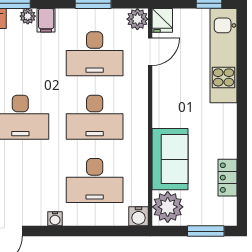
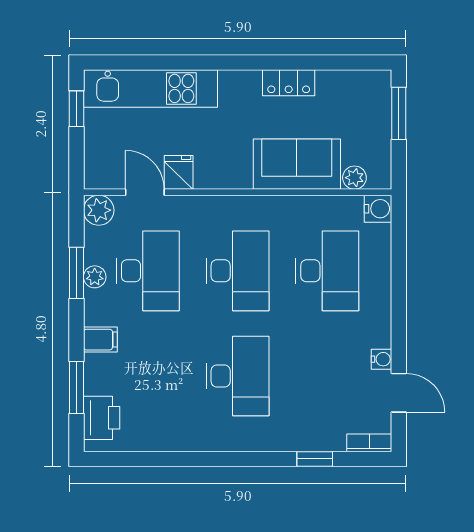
plant: (28, 16) -> (95, 277), moved
fridge: (162, 20) -> (179, 172), moved, turned -90
locker: (227, 178) -> (289, 83), moved
plant: (168, 207) -> (354, 178), width x0.53, depth x0.53
water cooler: (55, 219) -> (382, 359), moved

